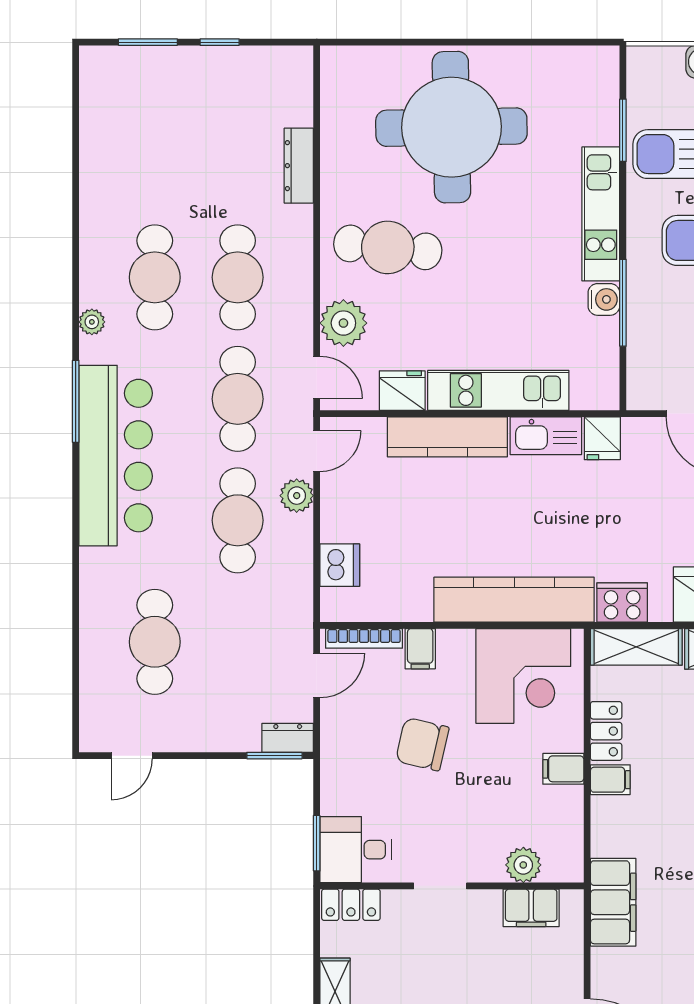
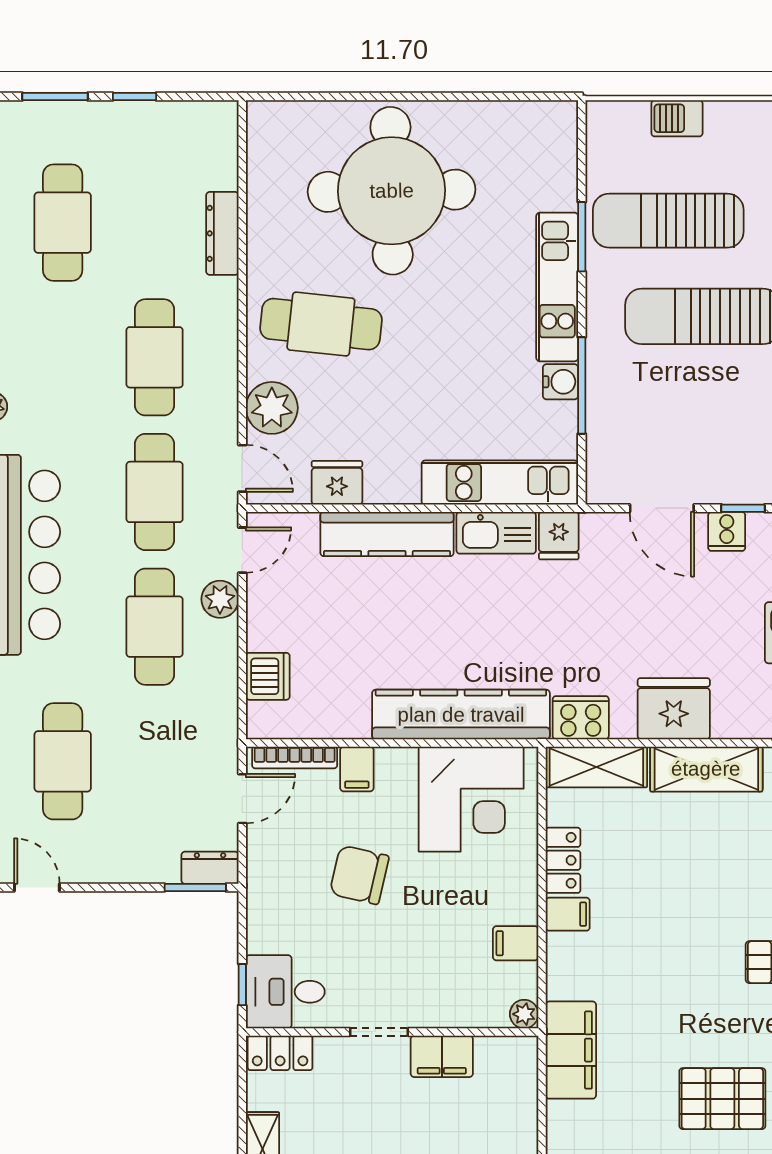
window: (623, 130) -> (582, 237), moved
cafe table: (155, 277) -> (63, 223), moved
kitchen unit: (498, 390) -> (500, 483), moved
door: (132, 756) -> (37, 887), swing flipped
filing cabinet: (563, 769) -> (516, 943), moved
window: (317, 843) -> (242, 985), width x0.67
plant: (523, 865) -> (524, 1014), moved, width x0.73, depth x0.73
filing cabinet: (531, 908) -> (442, 1056), moved

